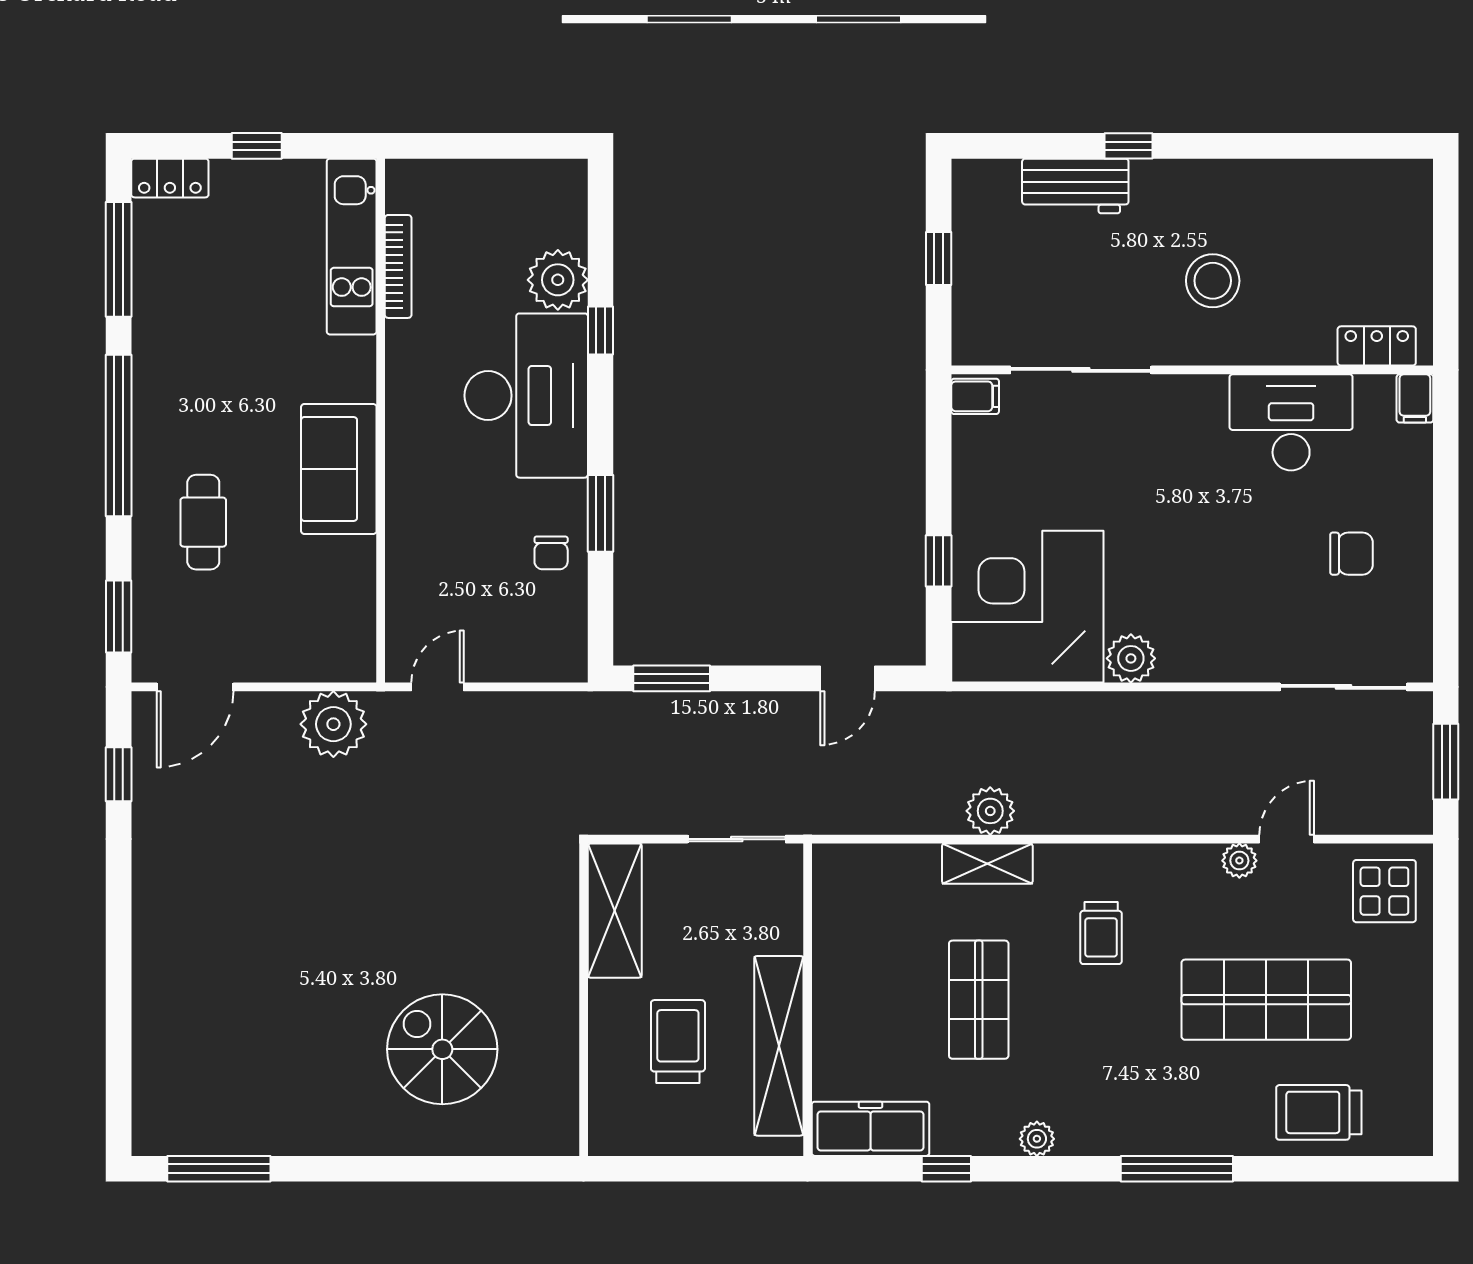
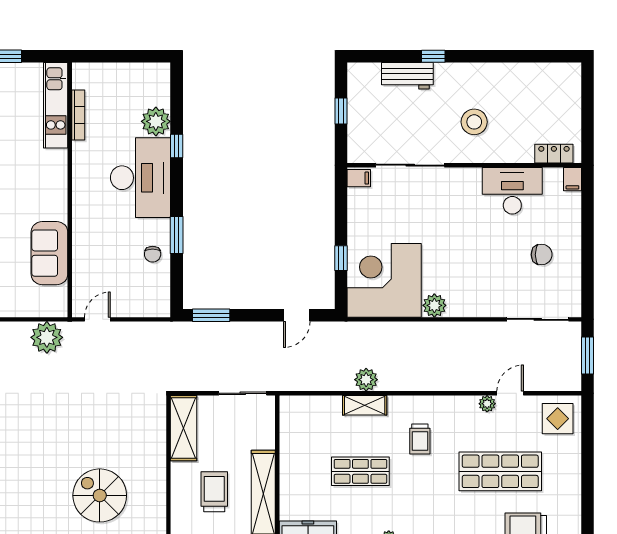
sofa: (339, 469) -> (49, 253), moved
shop shelf: (979, 1000) -> (360, 471), turned 90

